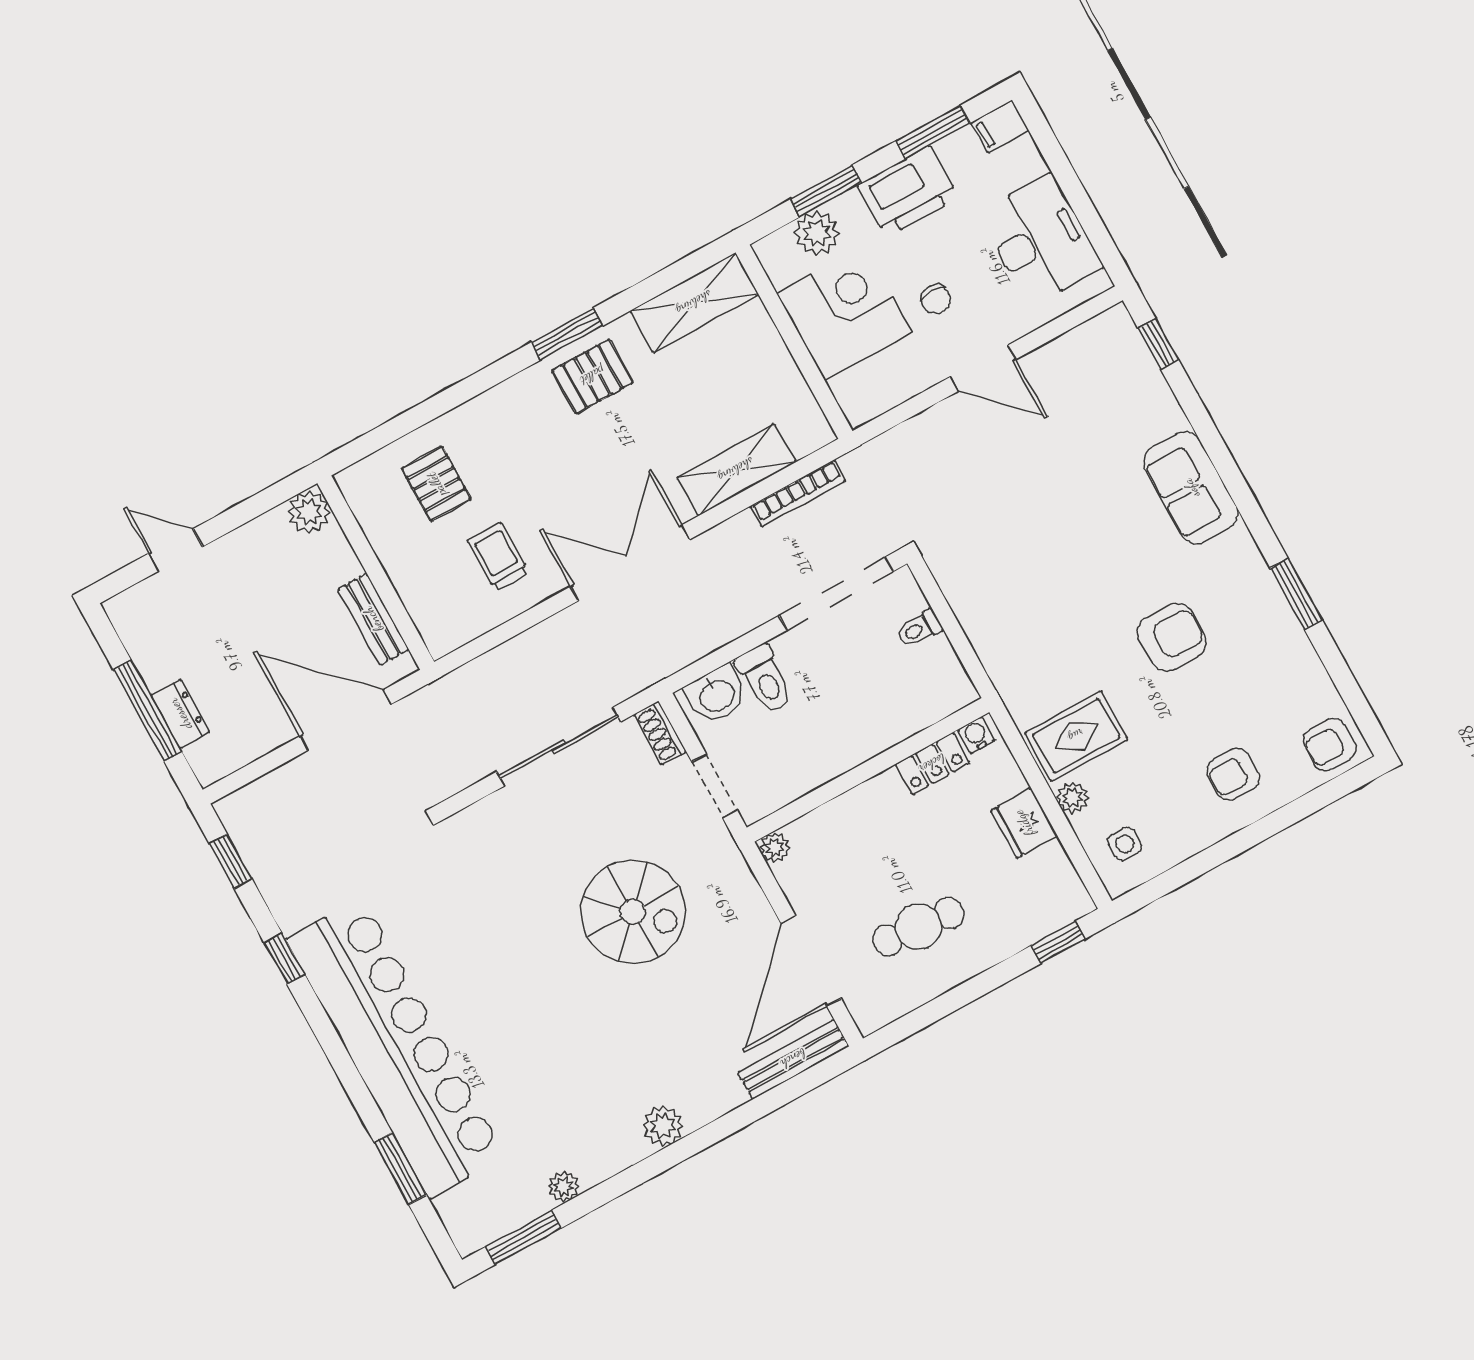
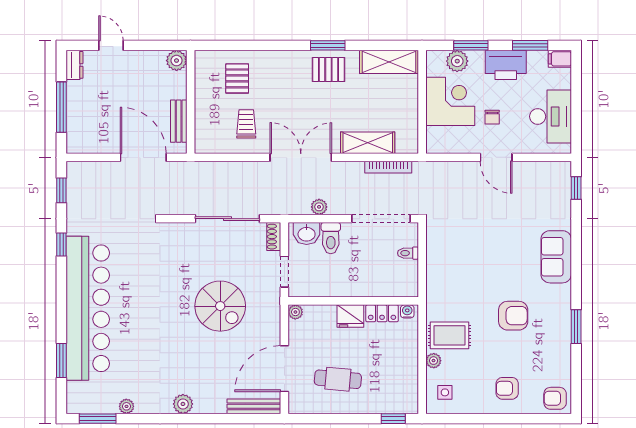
plant: (712, 634) -> (319, 207), added
dresser: (180, 714) -> (74, 65), moved
fridge: (1024, 823) -> (350, 316), moved, turned -90

